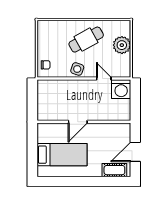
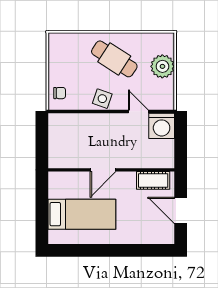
cafe table: (86, 40) -> (114, 59), turned 62
door: (135, 152) -> (181, 210), hinge flipped
cot: (114, 170) -> (153, 180), moved

